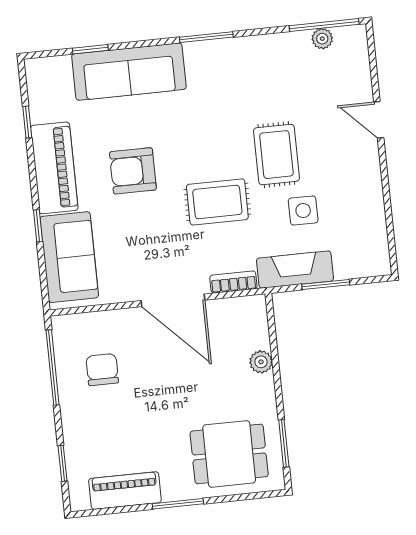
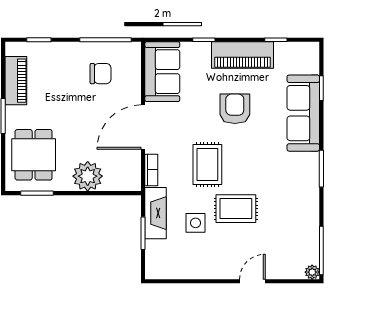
plant: (322, 39) -> (312, 272), moved
sofa: (69, 257) -> (162, 72), moved, turned -90
plant: (261, 362) -> (88, 176), width x1.87, depth x1.87

